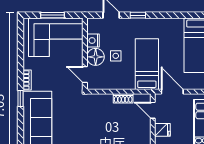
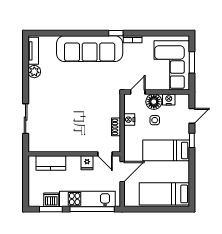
bed: (147, 64) -> (166, 150), moved, turned 180
nightstand: (115, 84) -> (129, 120), added
door: (153, 110) -> (105, 154), swing flipped

